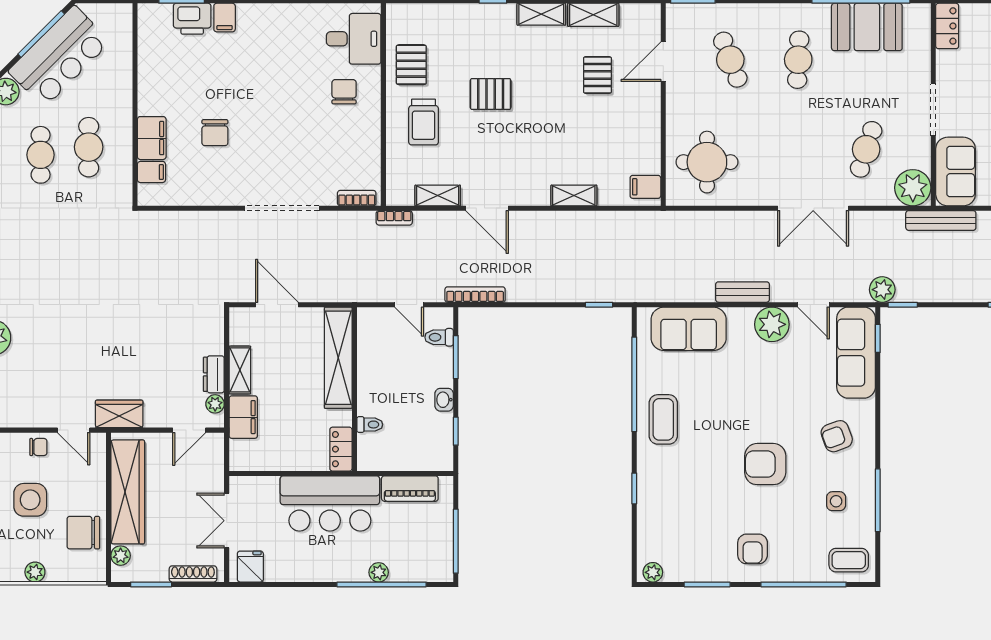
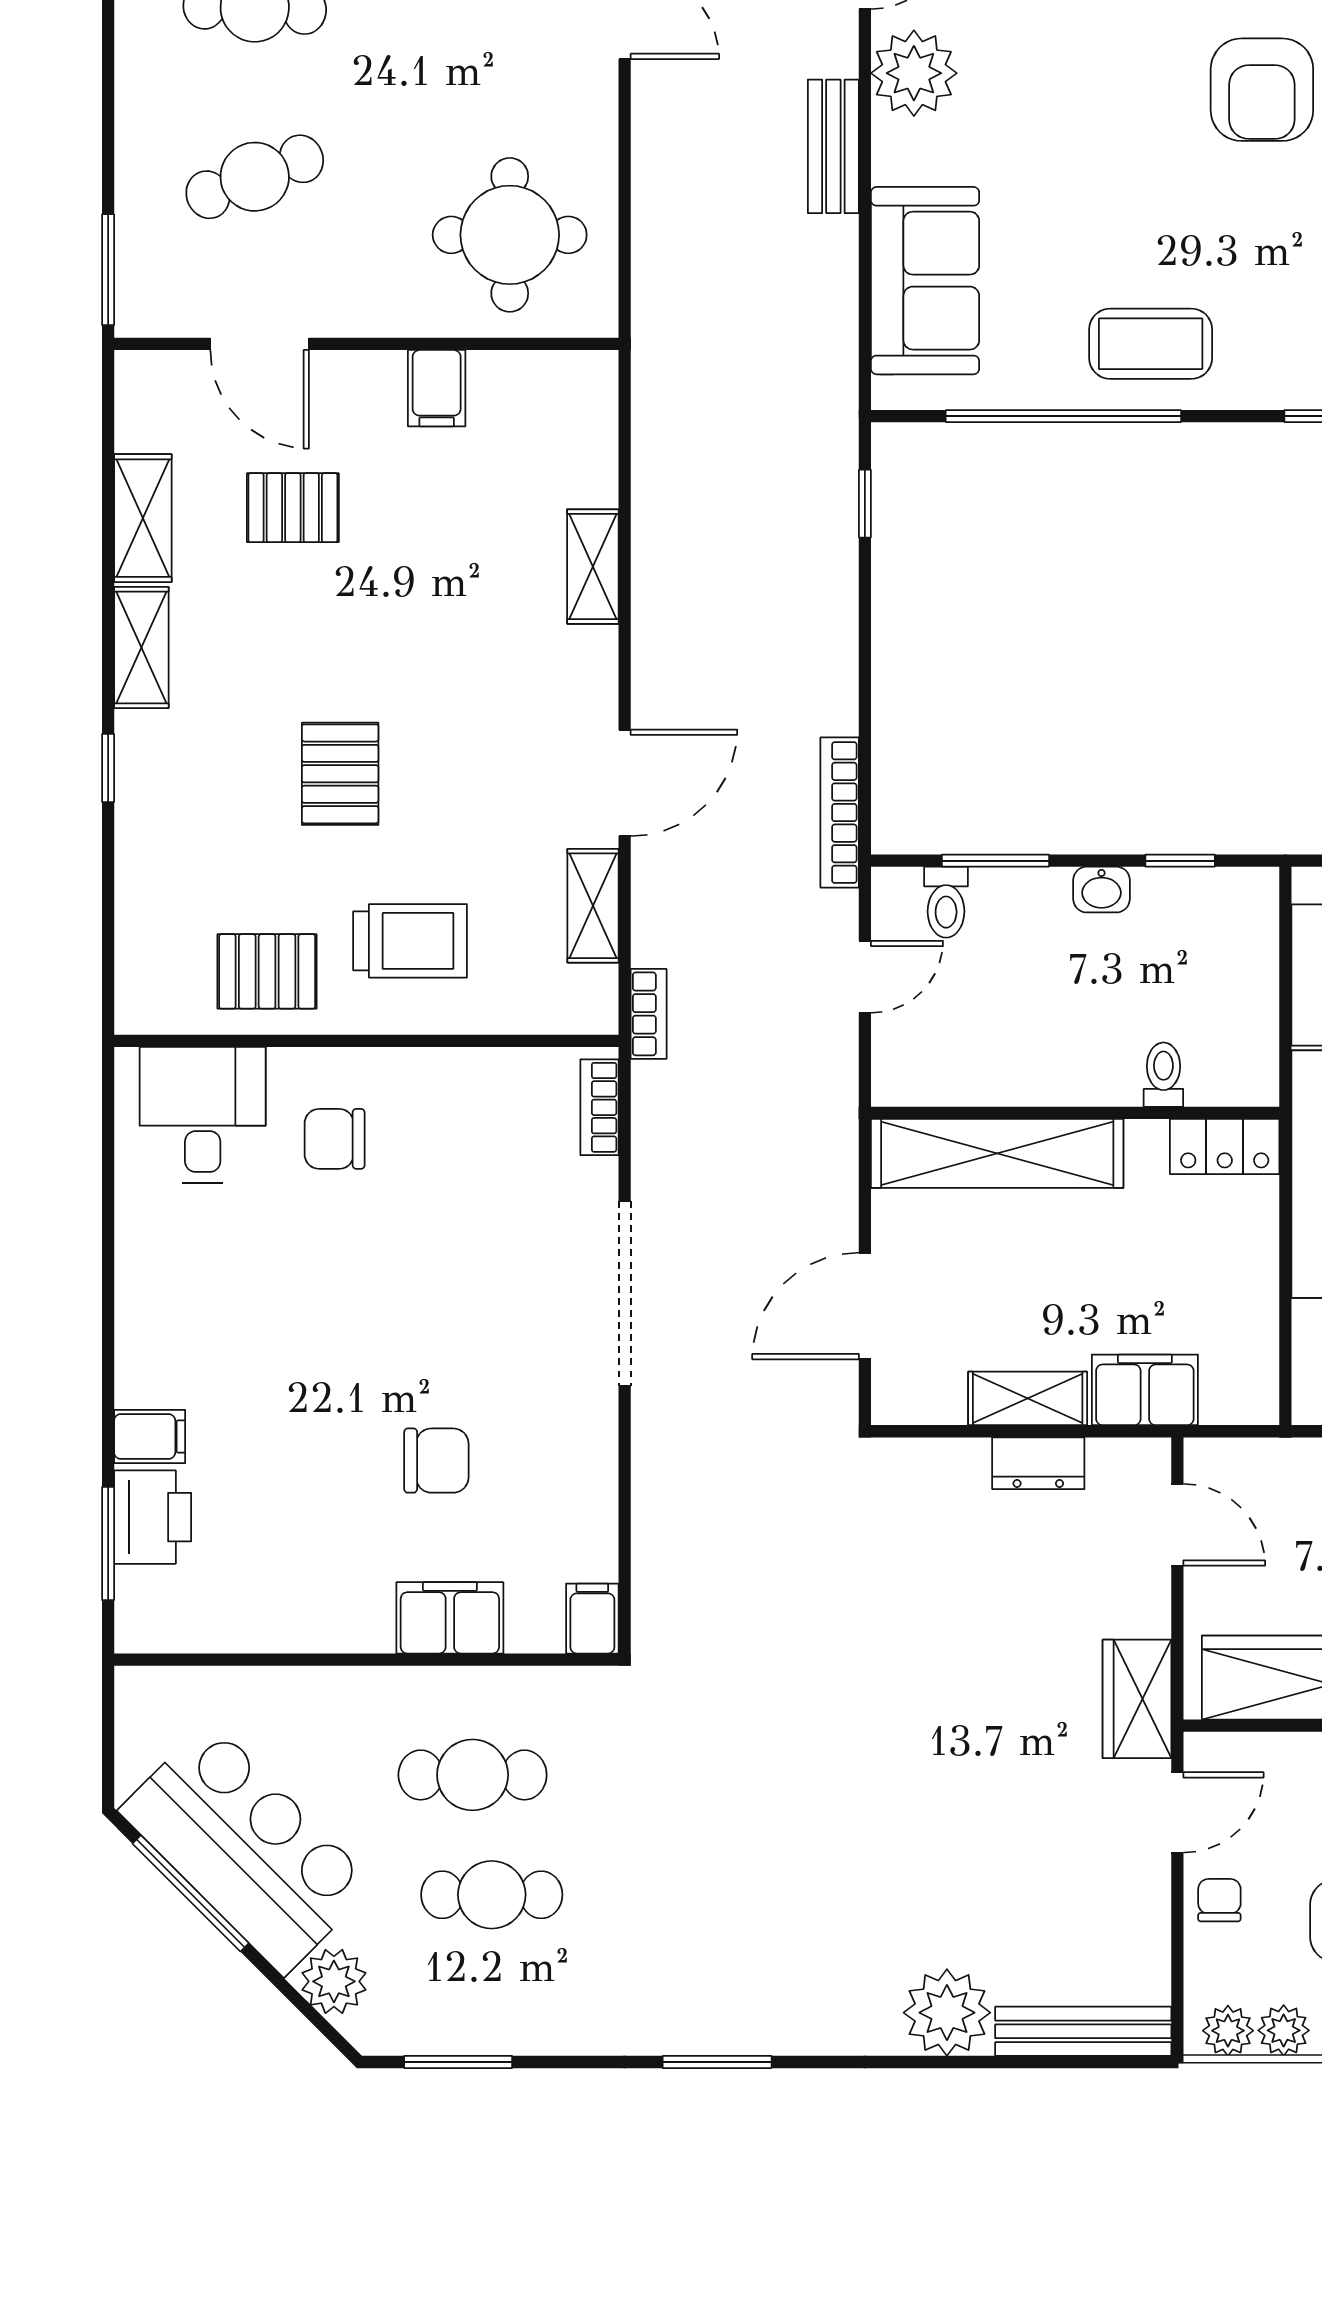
filing cabinet: (151, 172) -> (592, 1619), moved
filing cabinet: (645, 187) -> (437, 388), moved
plant: (215, 404) -> (1112, 1460), removed

